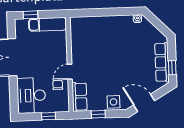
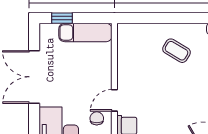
coffee table: (112, 35) -> (176, 51), added

